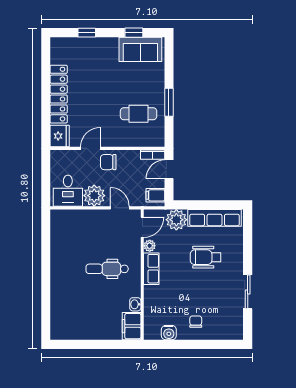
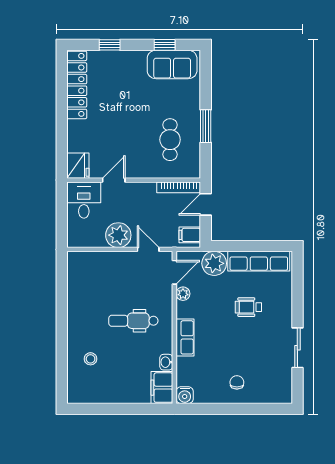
locker: (59, 94) -> (77, 85), moved
cafe table: (139, 114) -> (170, 140), turned 90
bookcase: (153, 155) -> (179, 187), width x1.56
chair: (108, 162) -> (135, 196), removed
desk: (68, 191) -> (84, 200), moved, turned 180
wheelchair: (206, 257) -> (248, 307), width x0.73, depth x0.73
row of seats: (151, 269) -> (185, 337), moved
stool: (70, 302) -> (91, 359), added
water cooler: (169, 333) -> (185, 395), moved

